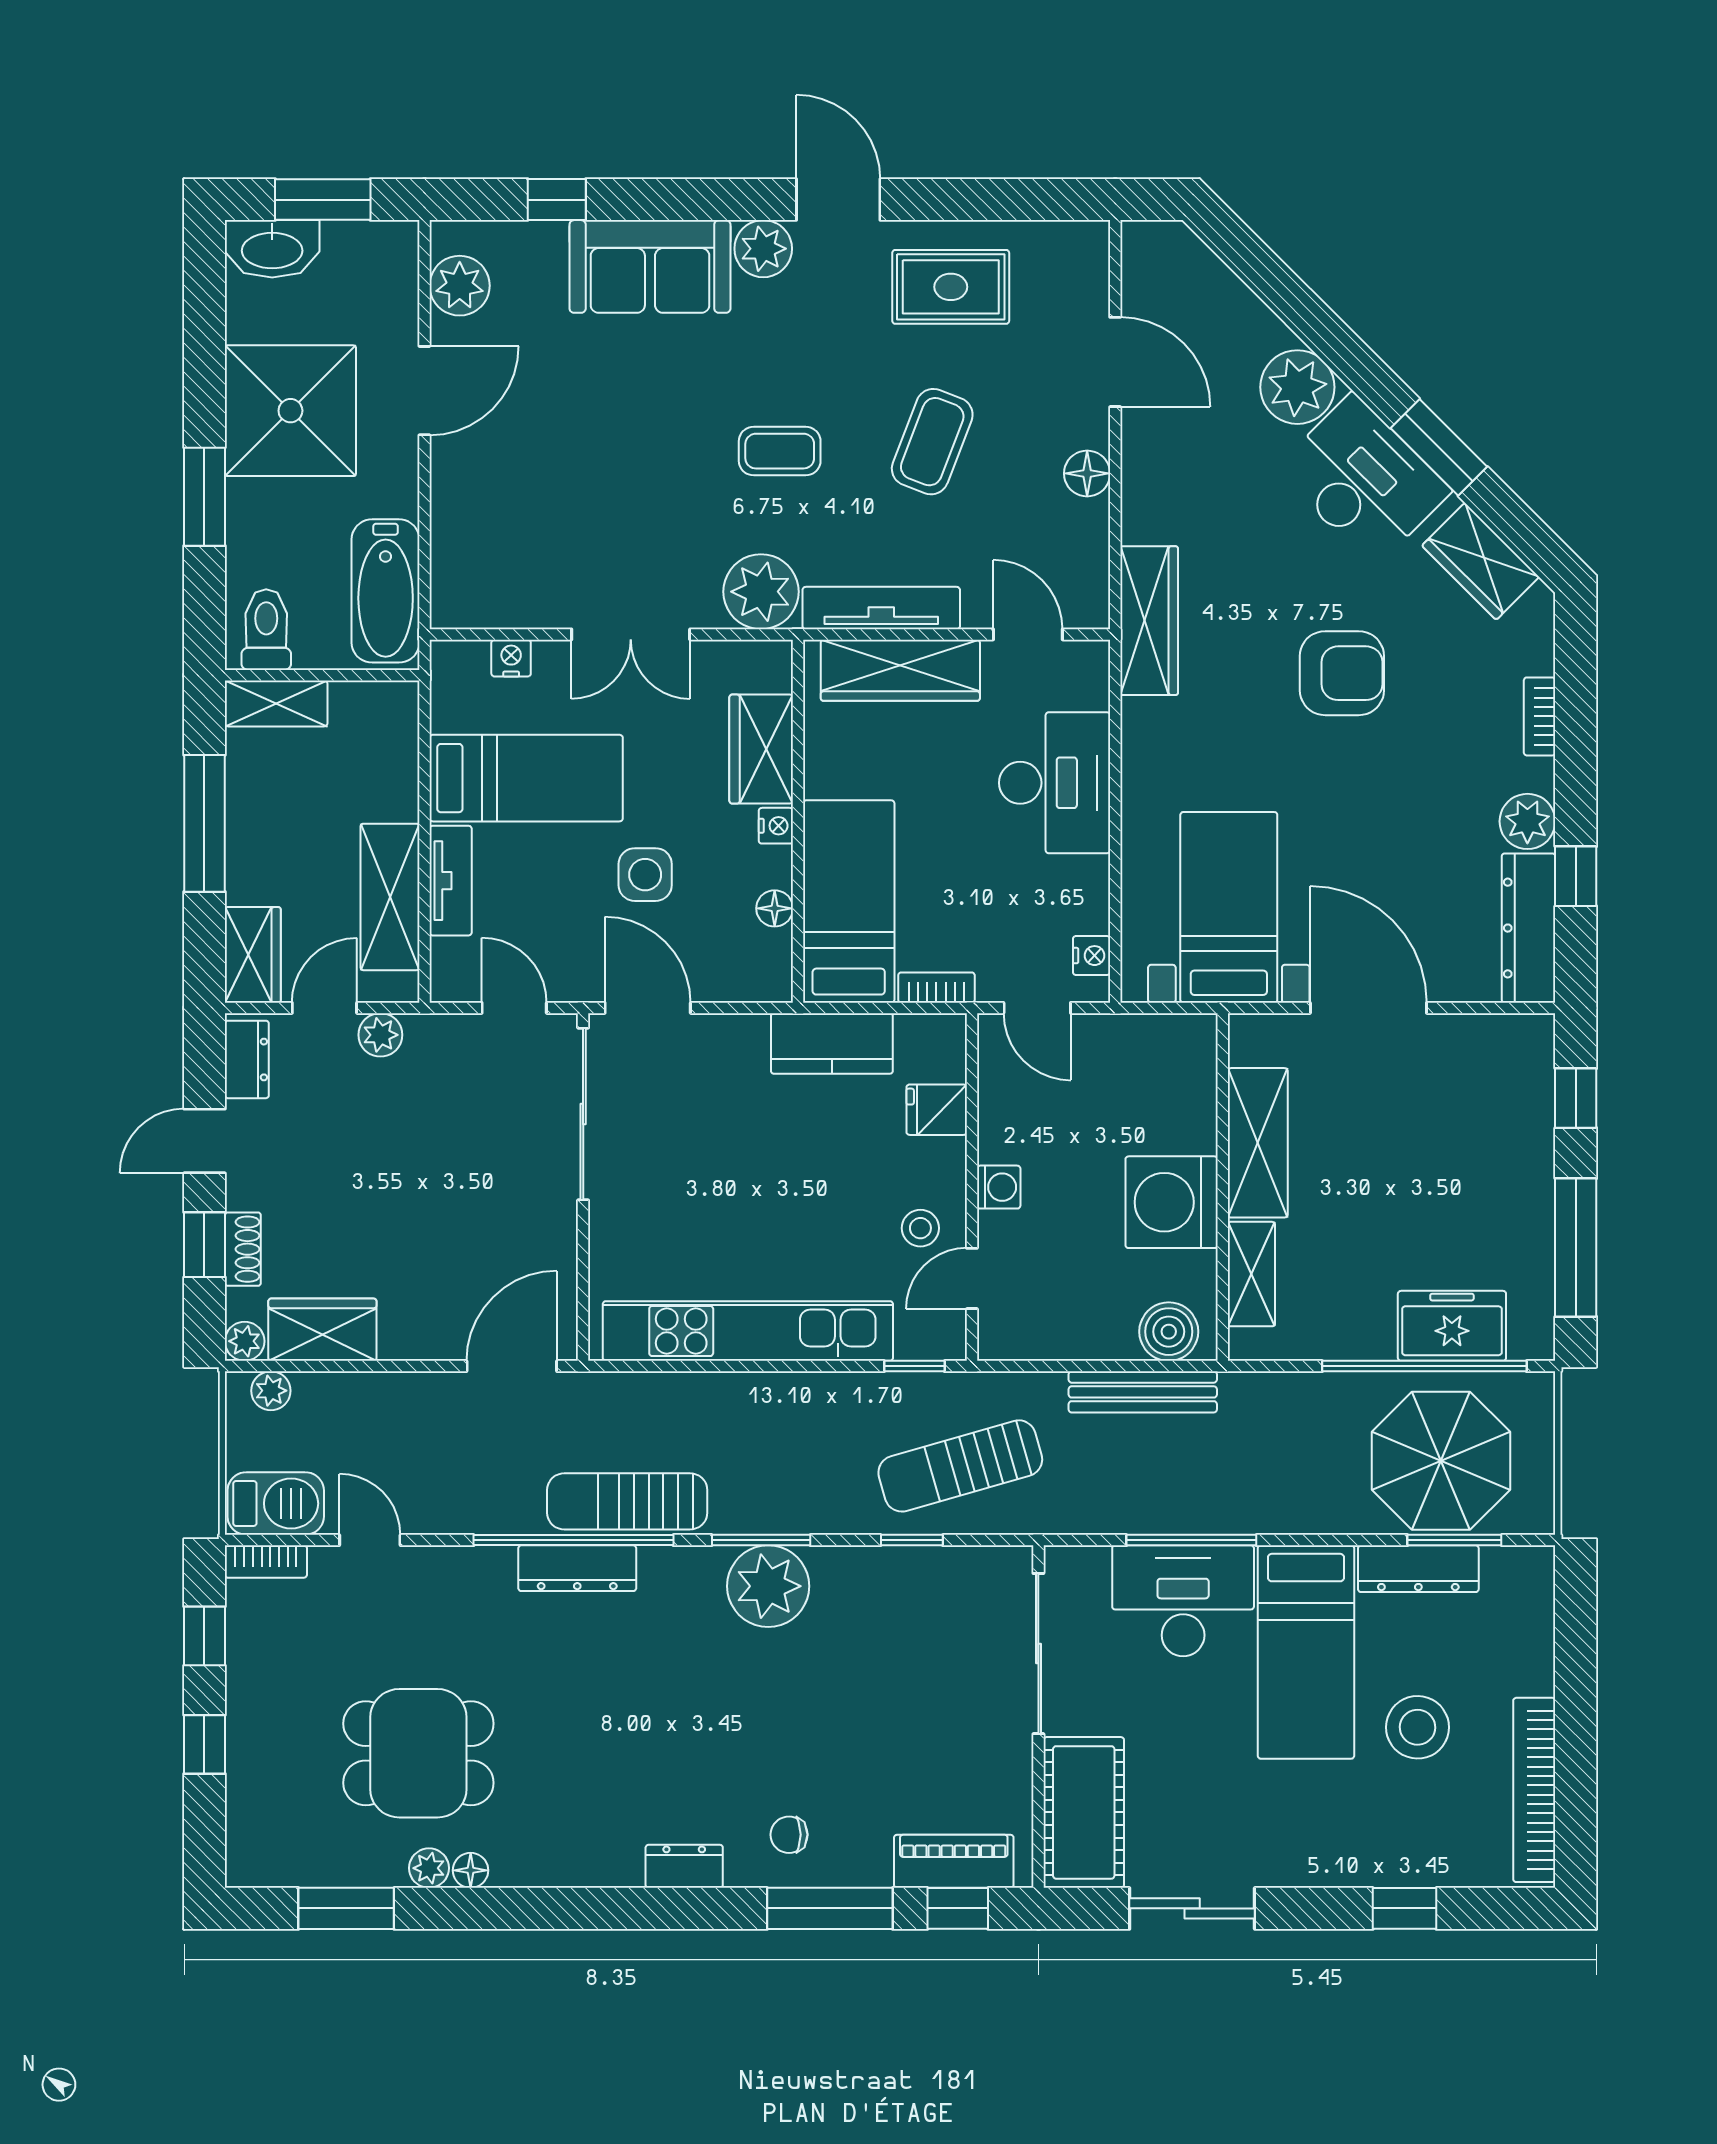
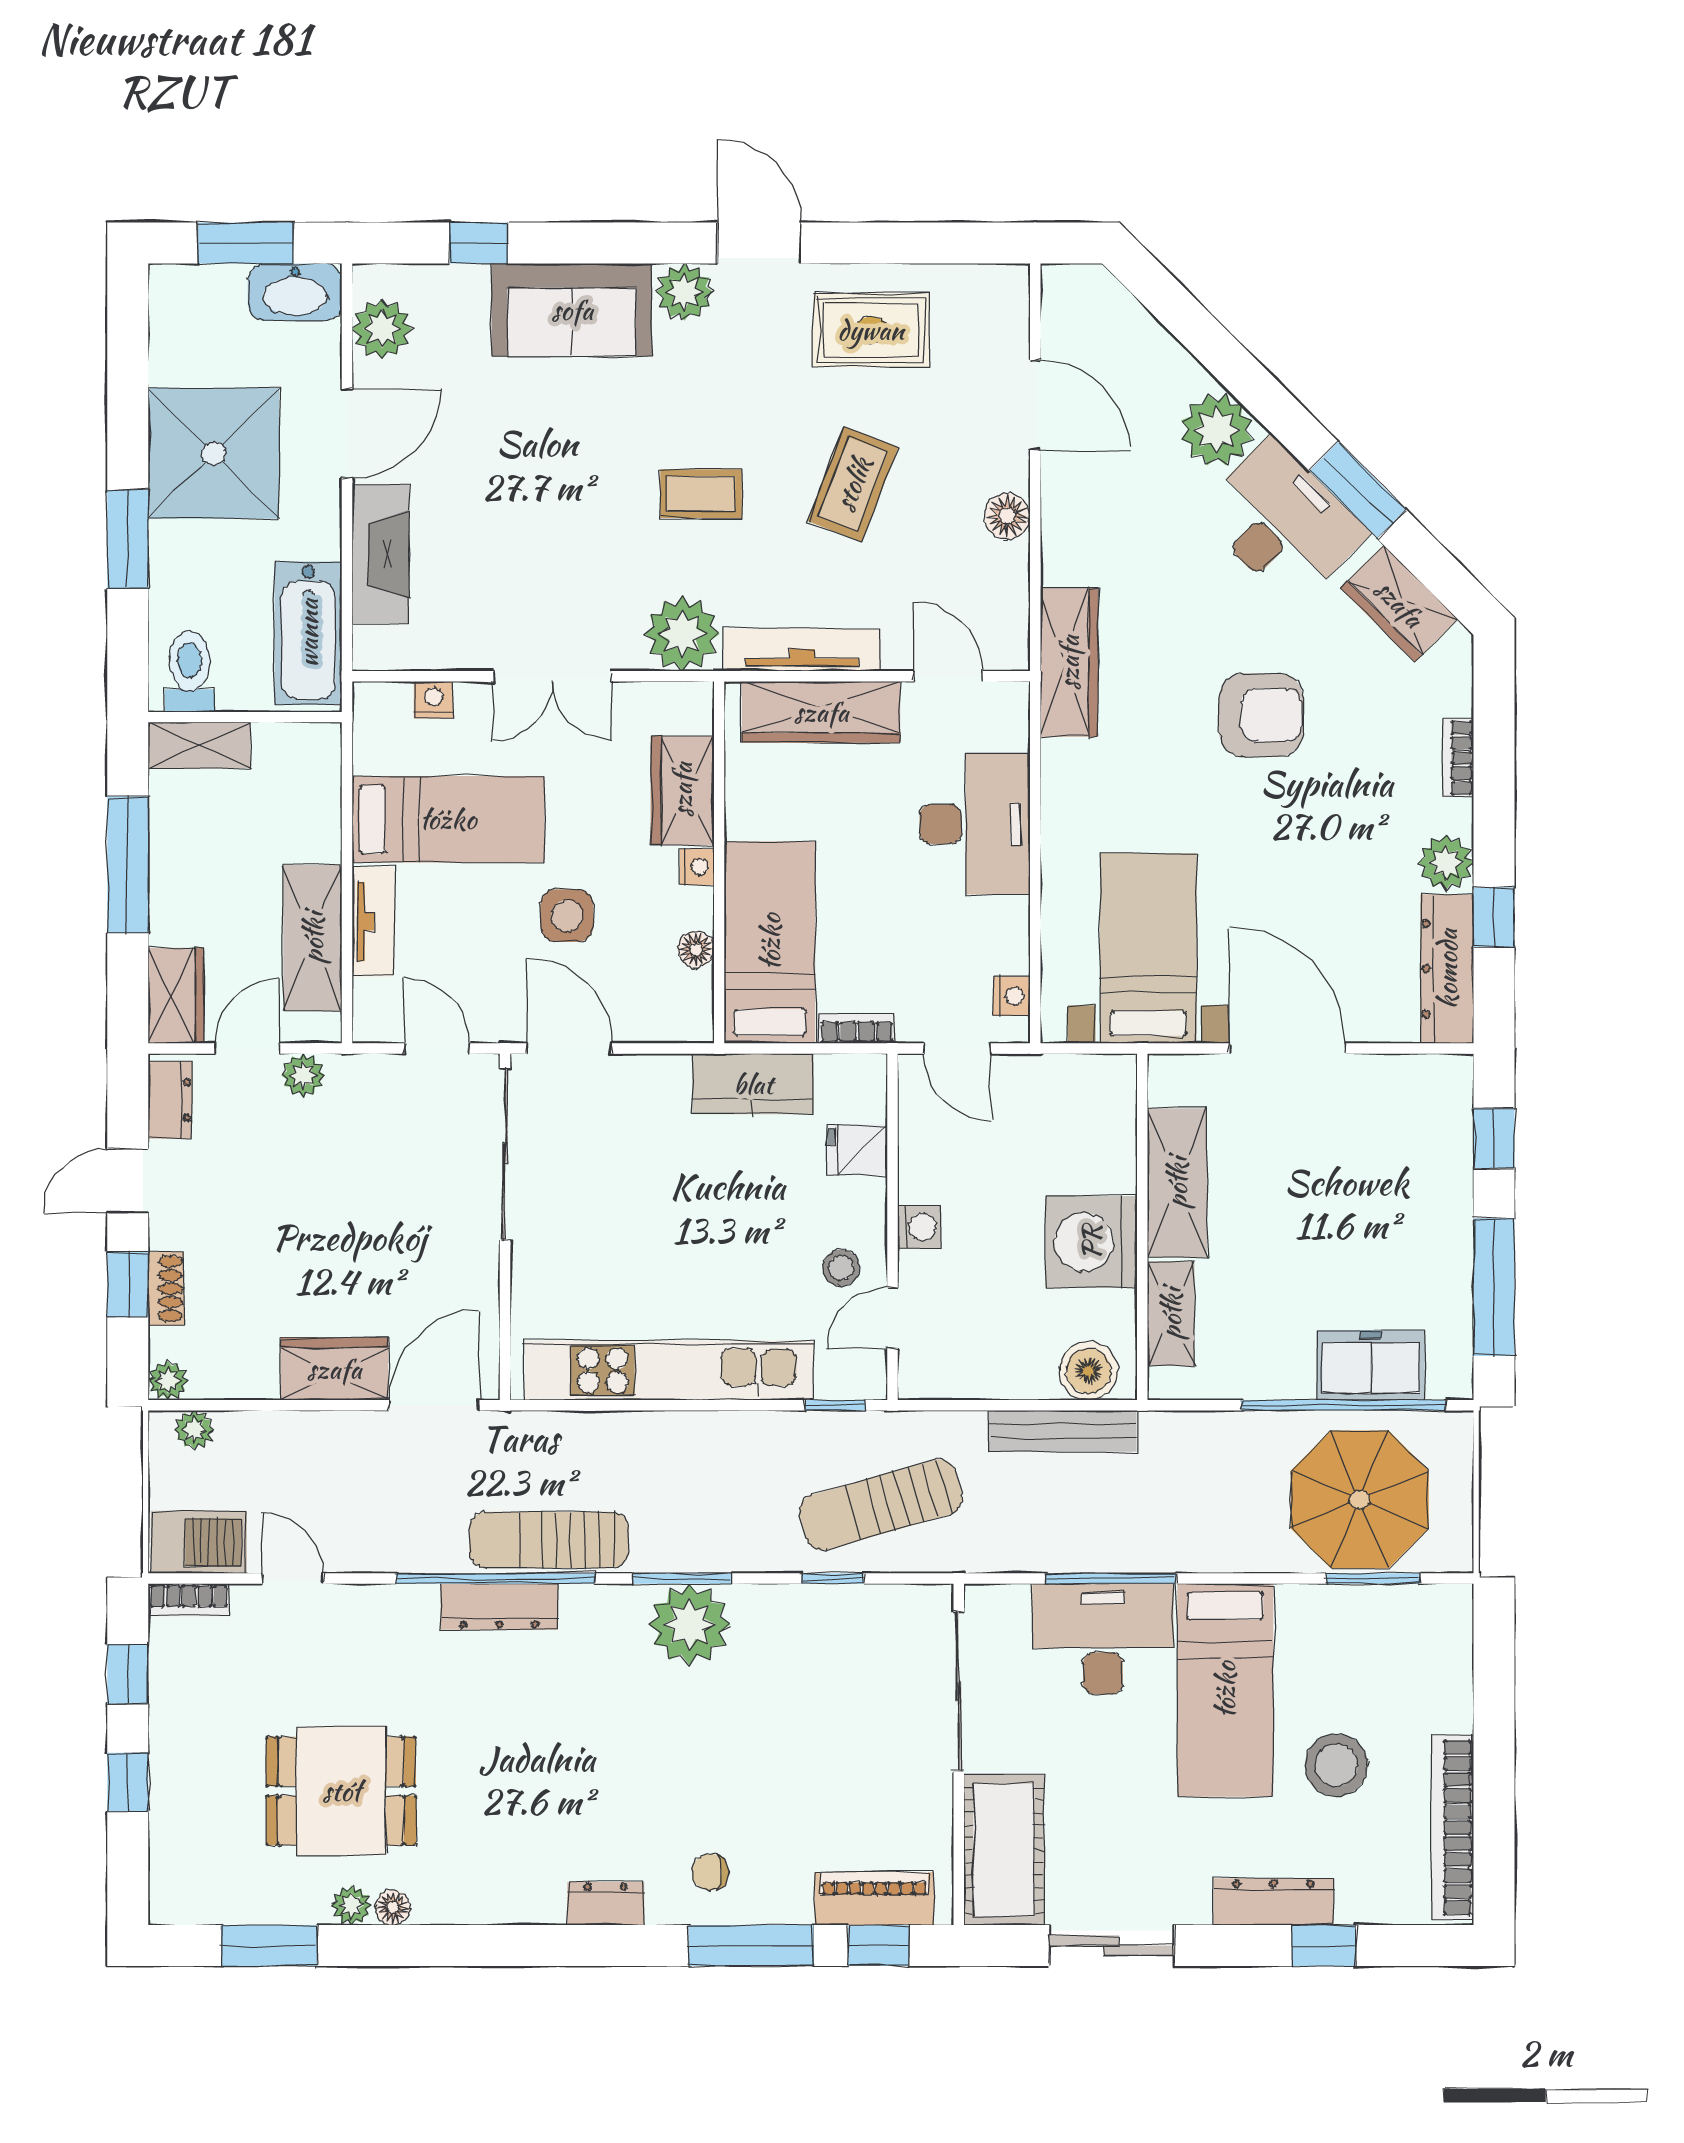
washbasin: (272, 249) -> (295, 292), moved
fireplace: (458, 512) -> (381, 554), added
wardrobe: (322, 1330) -> (334, 1369), moved
dresser: (1418, 1569) -> (1273, 1902), moved, turned 180

